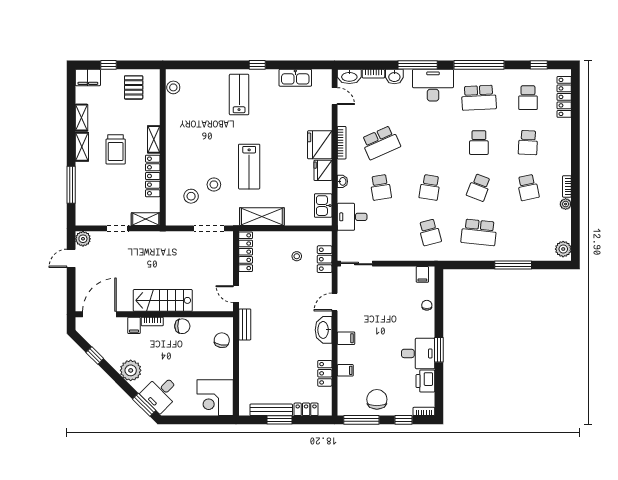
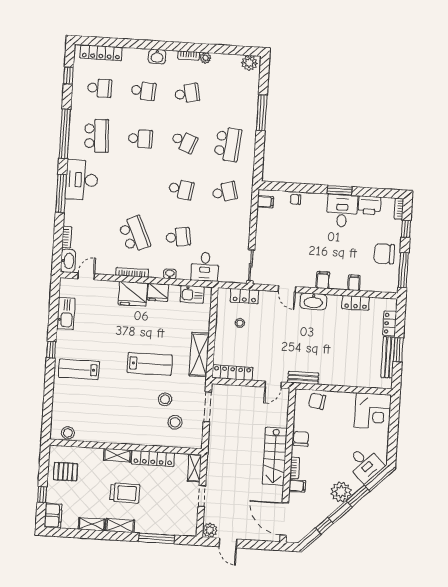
washbasin: (394, 77) -> (157, 57), moved, turned 90
window: (144, 405) -> (358, 496), moved

